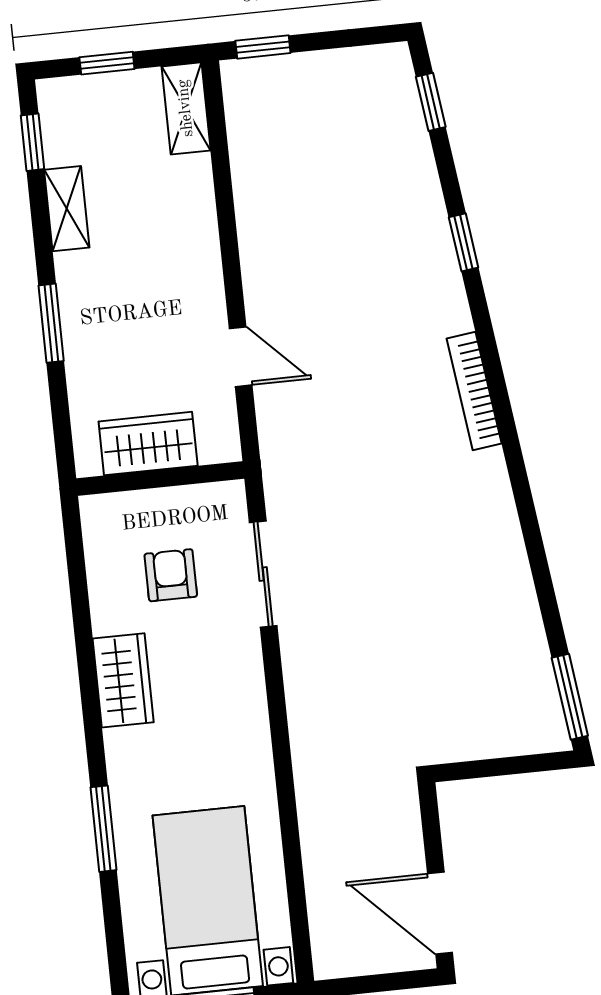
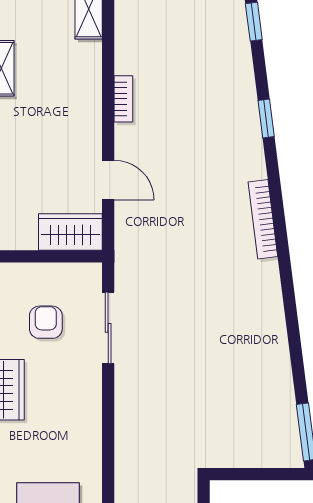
bookcase: (251, 235) -> (123, 99), added
wardrobe: (148, 444) -> (70, 232), moved

